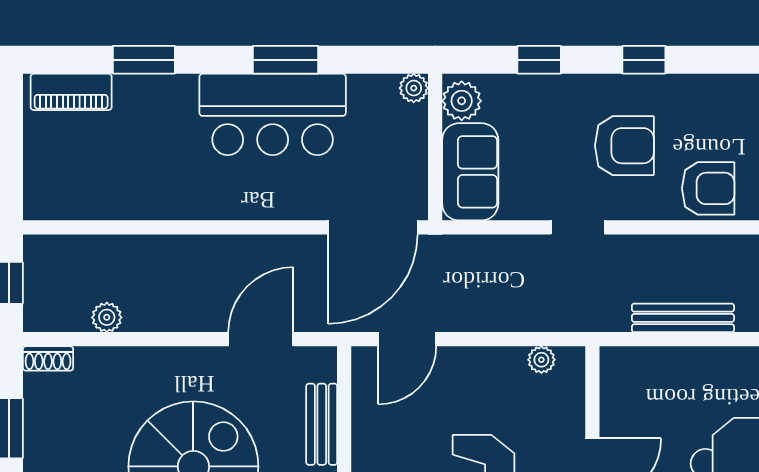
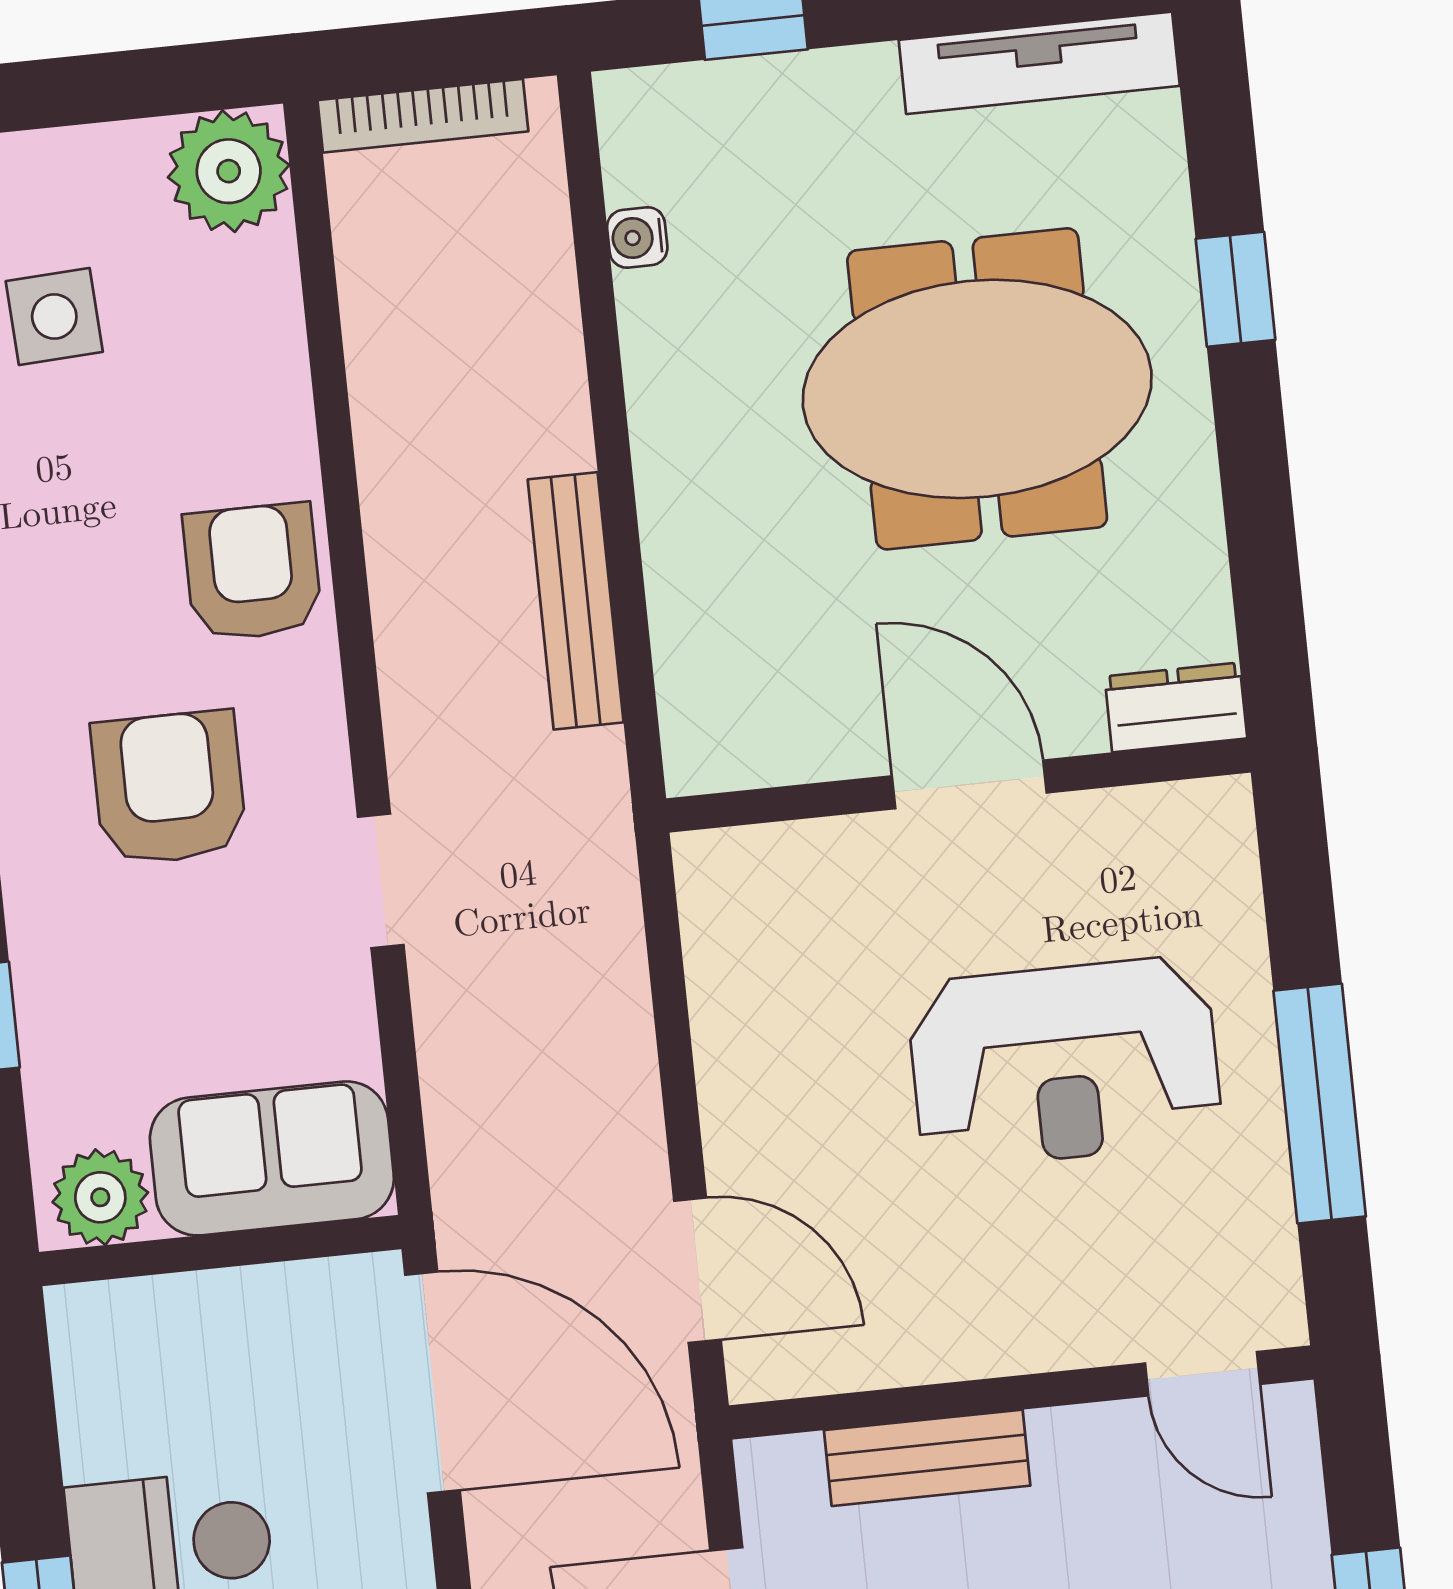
plant: (414, 88) -> (81, 1318), removed
plant: (541, 360) -> (714, 937), removed

